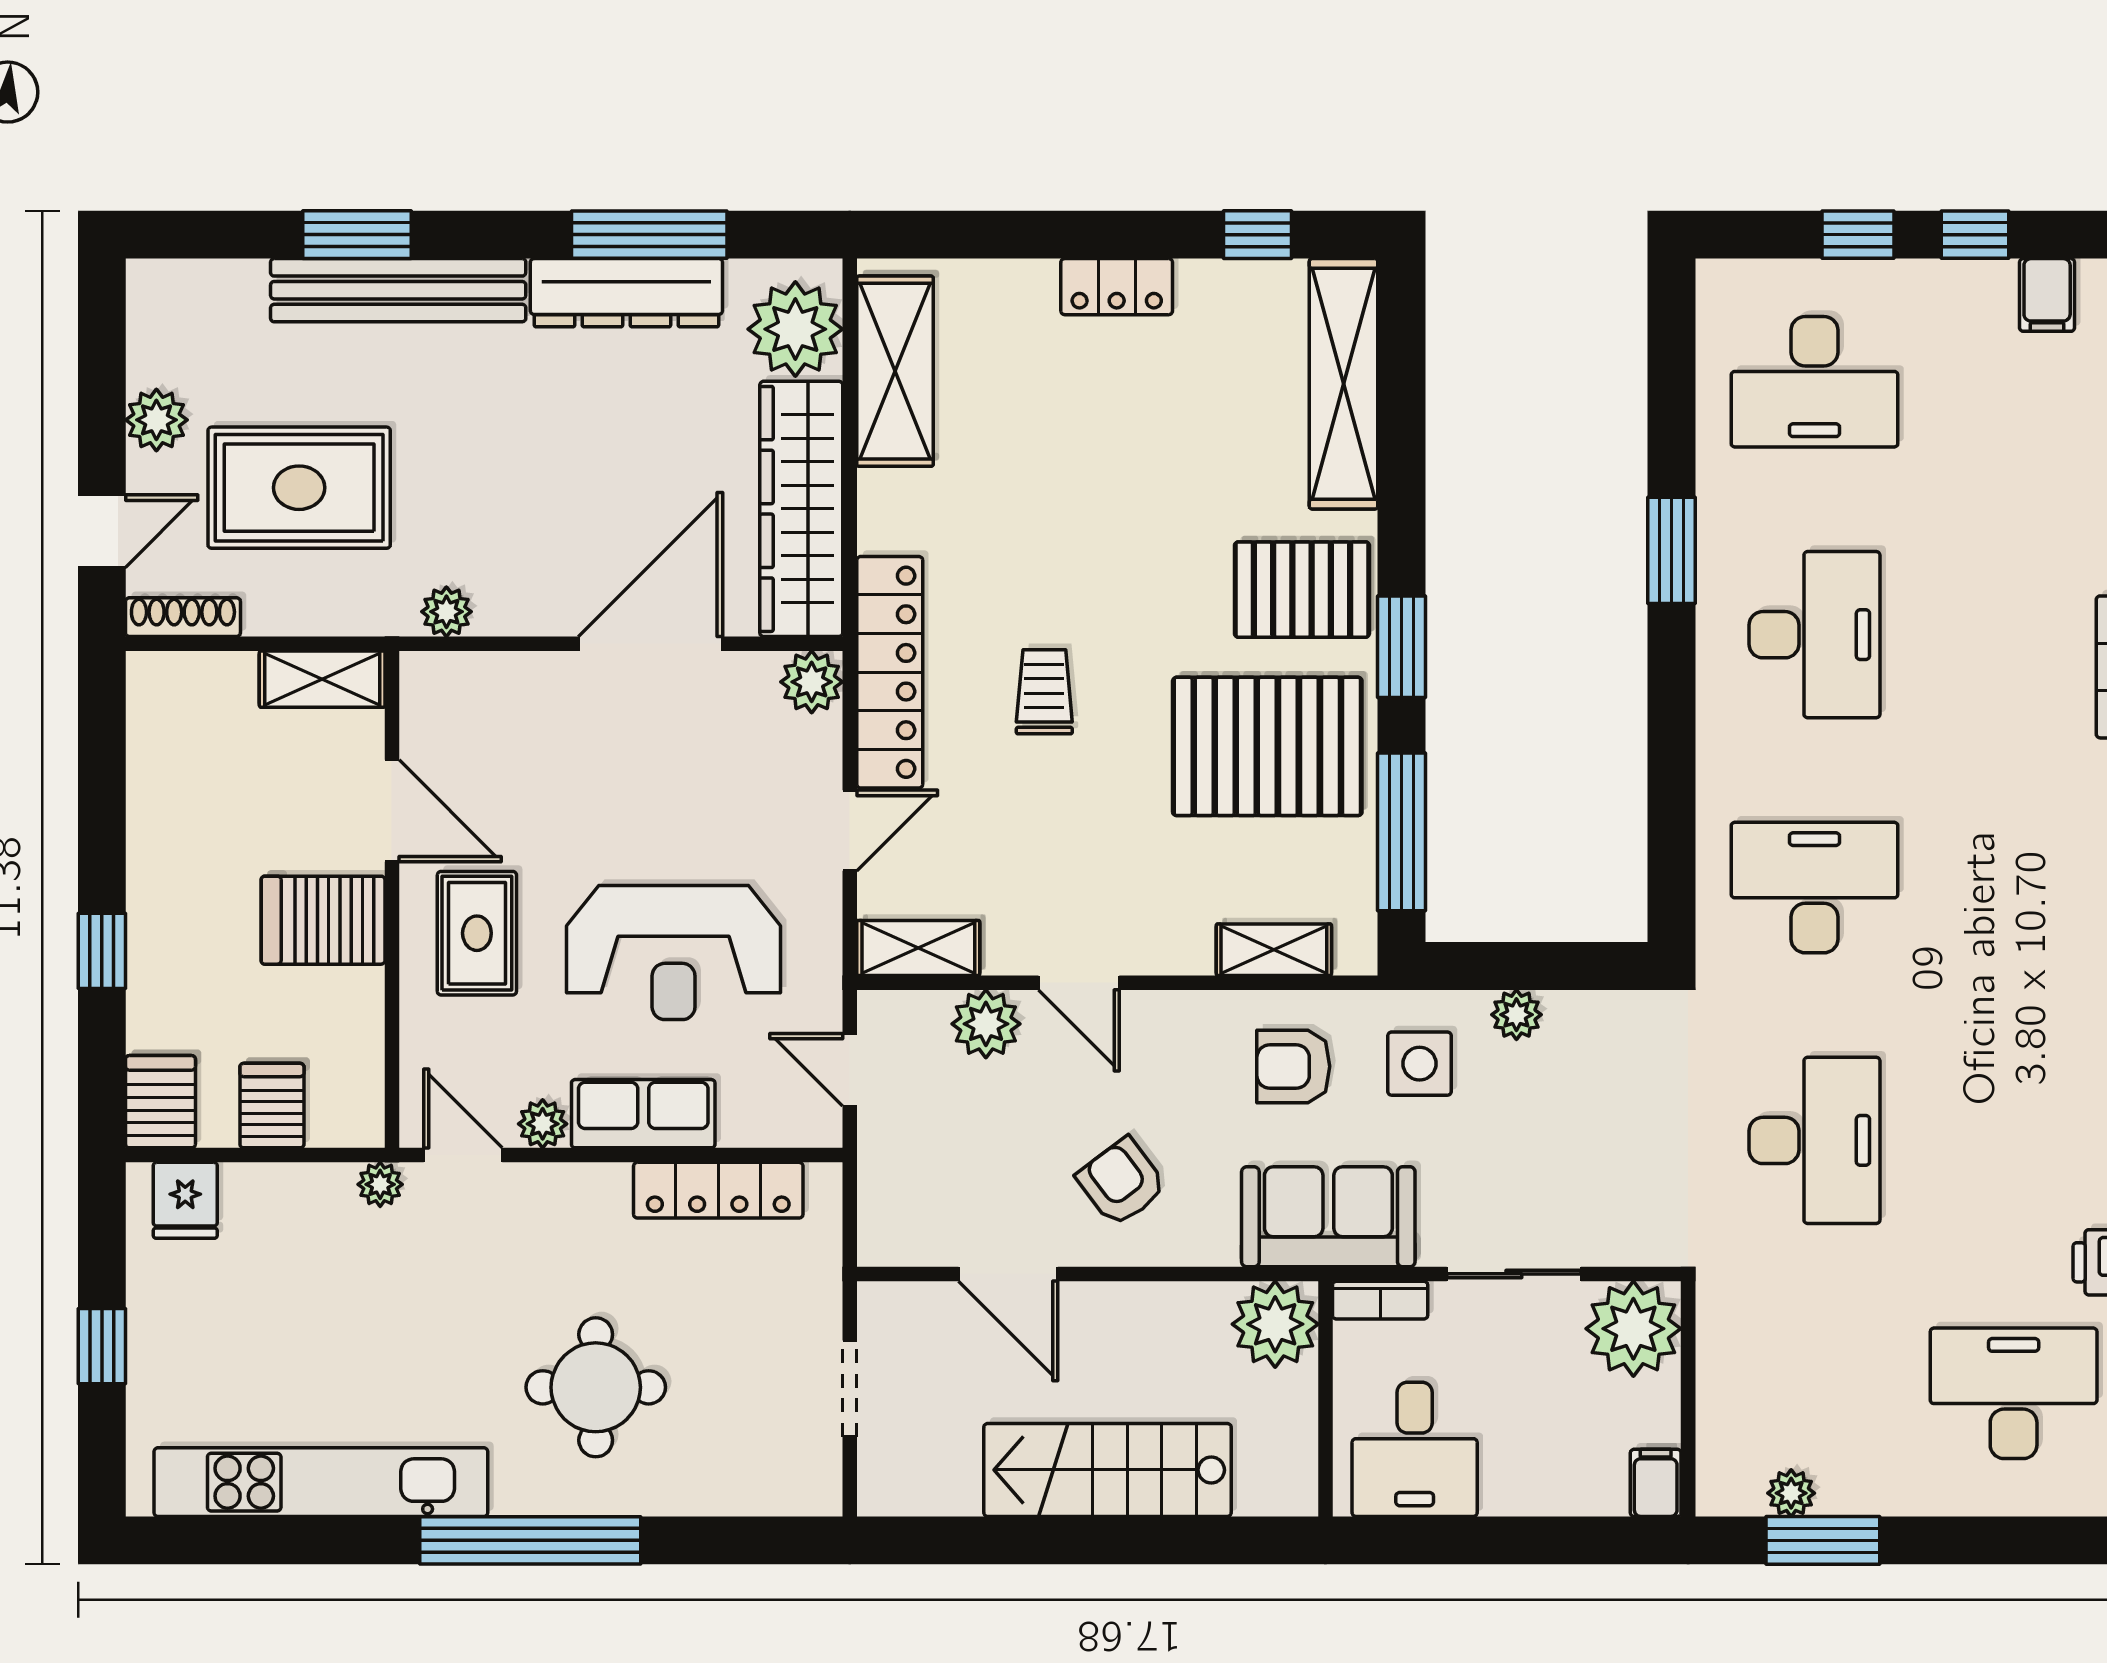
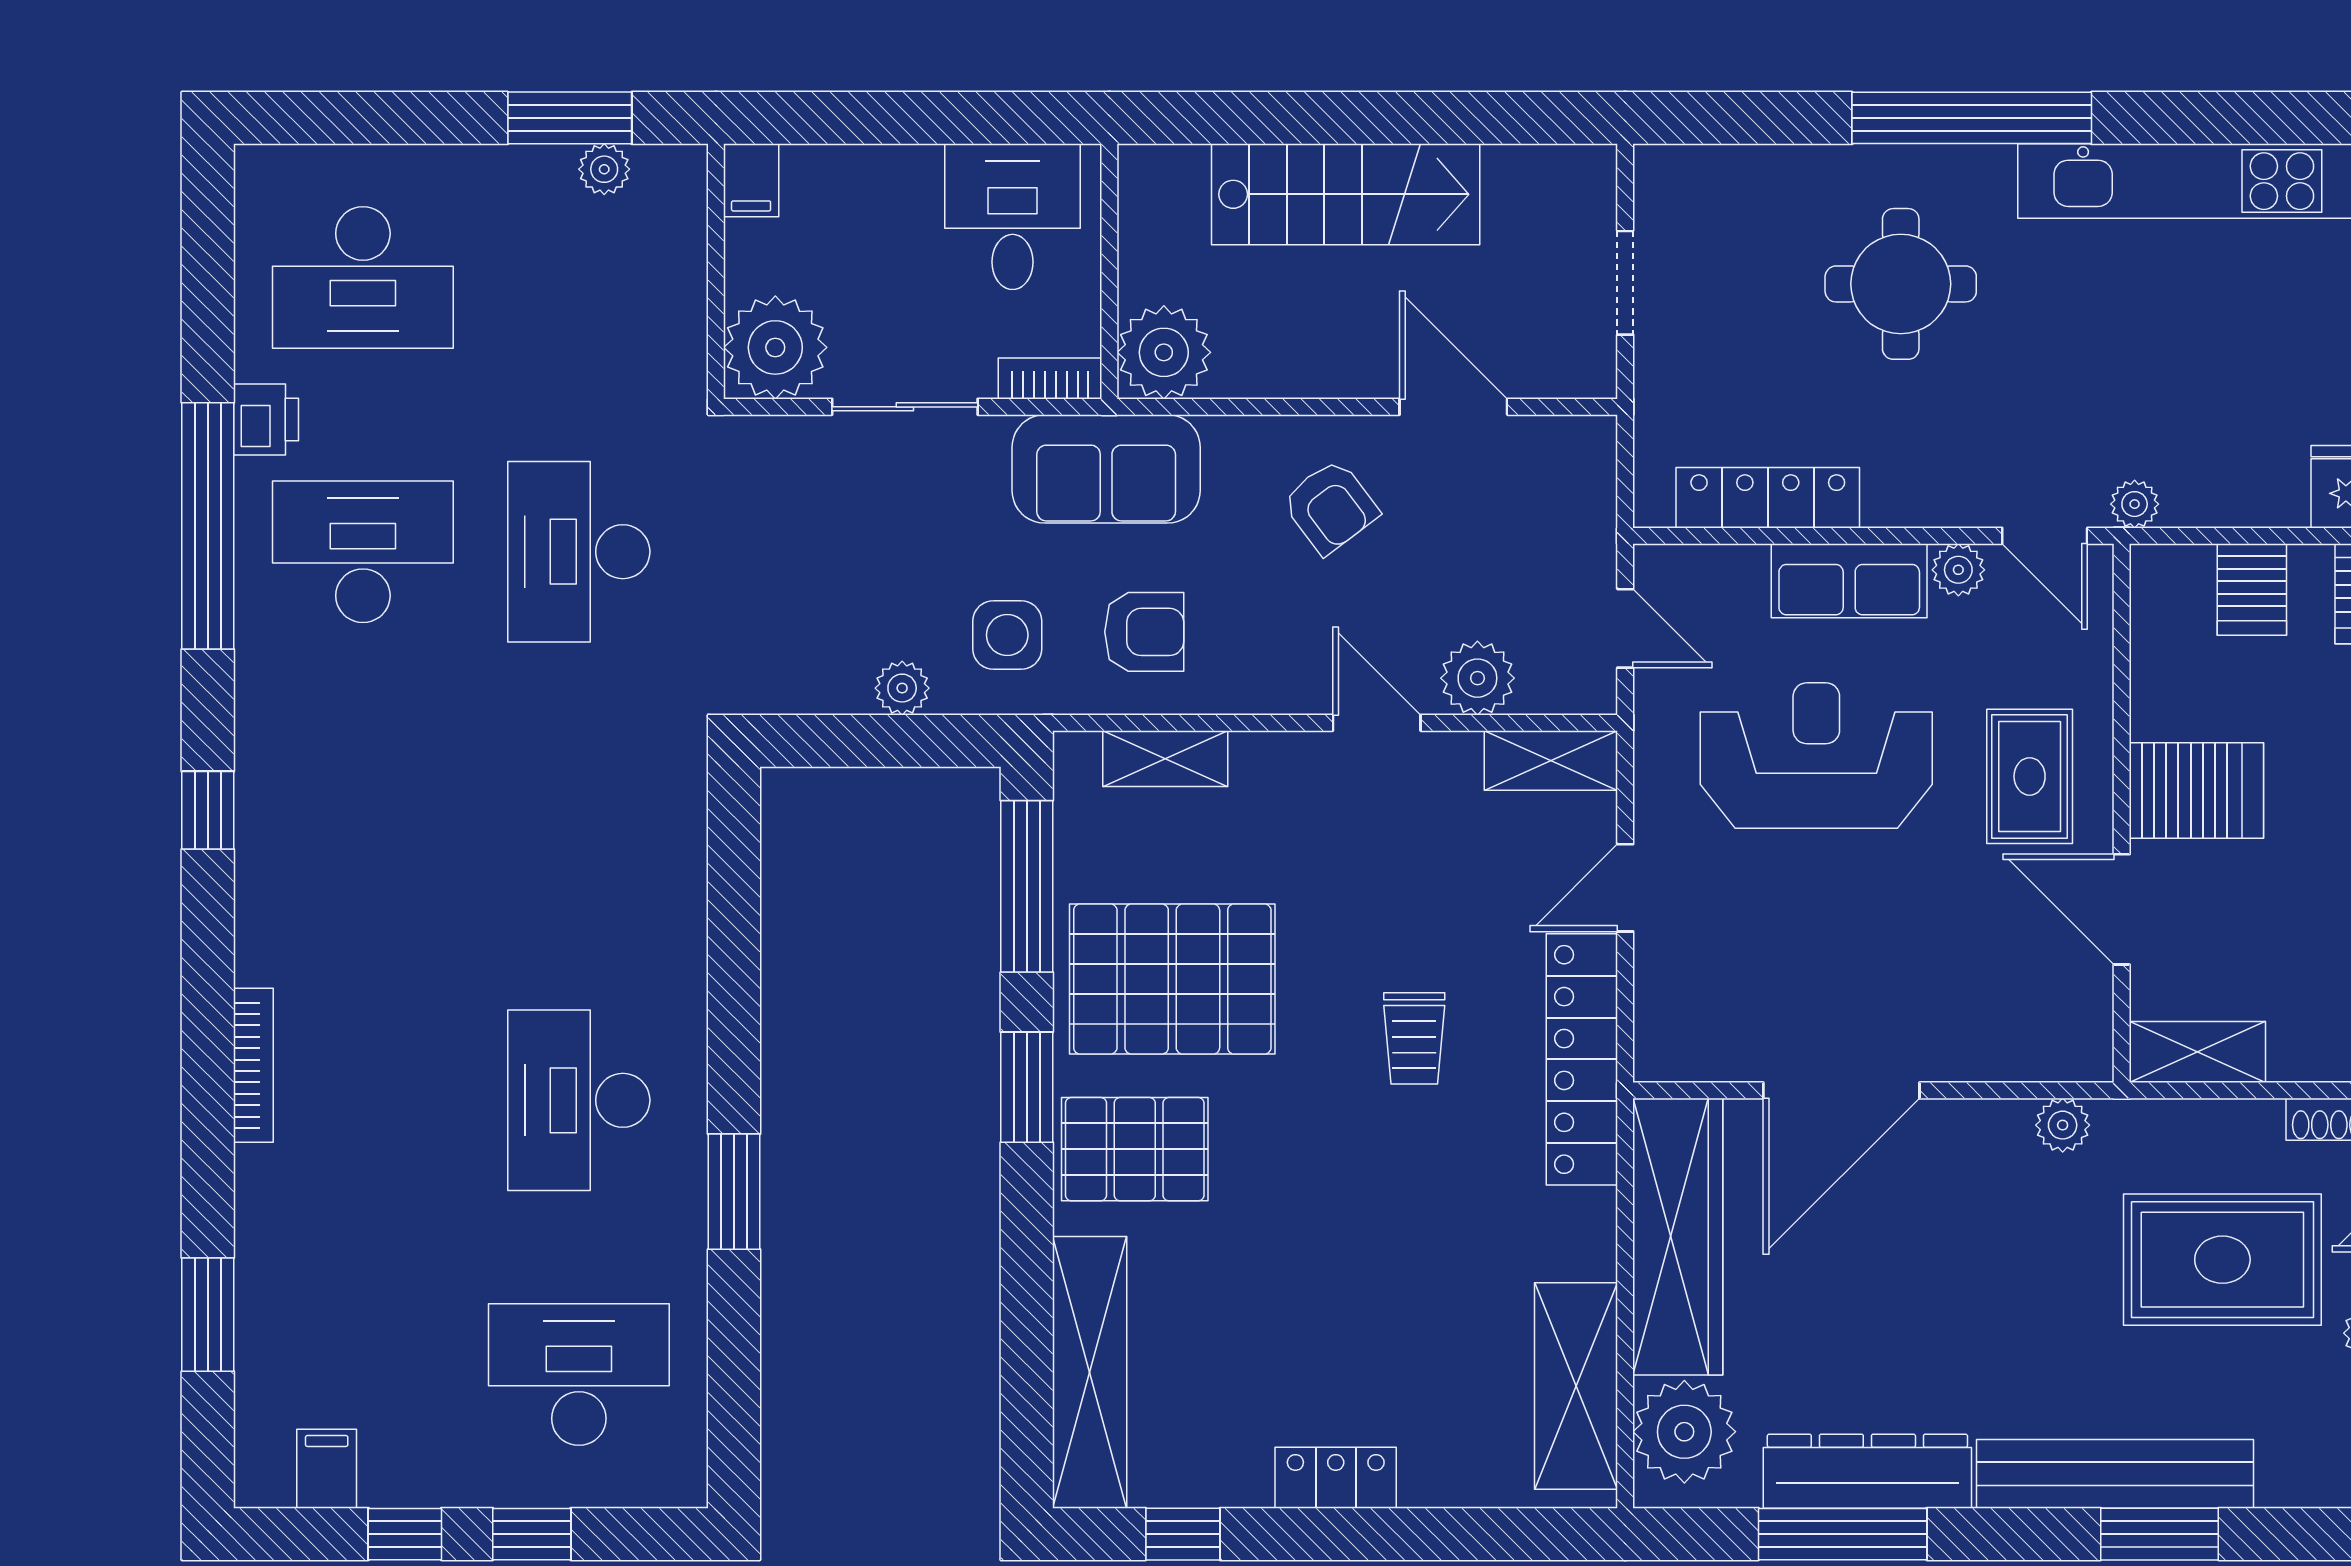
plant: (812, 682) -> (1667, 1049), removed
desk: (1815, 888) -> (363, 552), moved, turned 180

